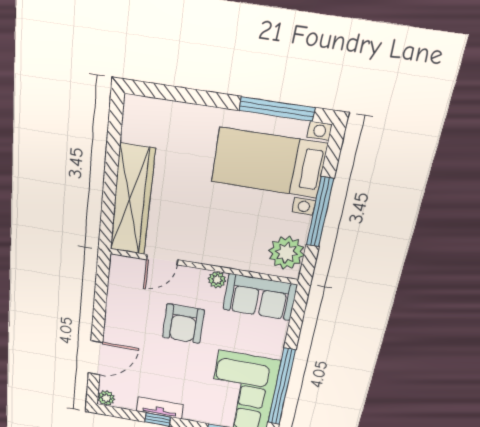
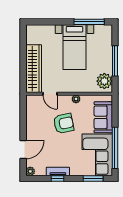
bed with nightstands: (269, 163) -> (74, 47), moved, turned -90
door: (162, 260) -> (50, 94), hinge flipped
sofa: (260, 297) -> (103, 117), moved, turned 90
armchair: (183, 324) -> (64, 123), turned -102

